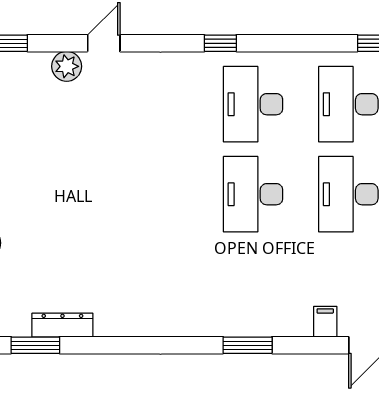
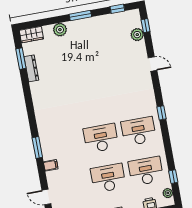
plant: (67, 66) -> (137, 35), moved
filing cabinet: (325, 322) -> (51, 165), moved

